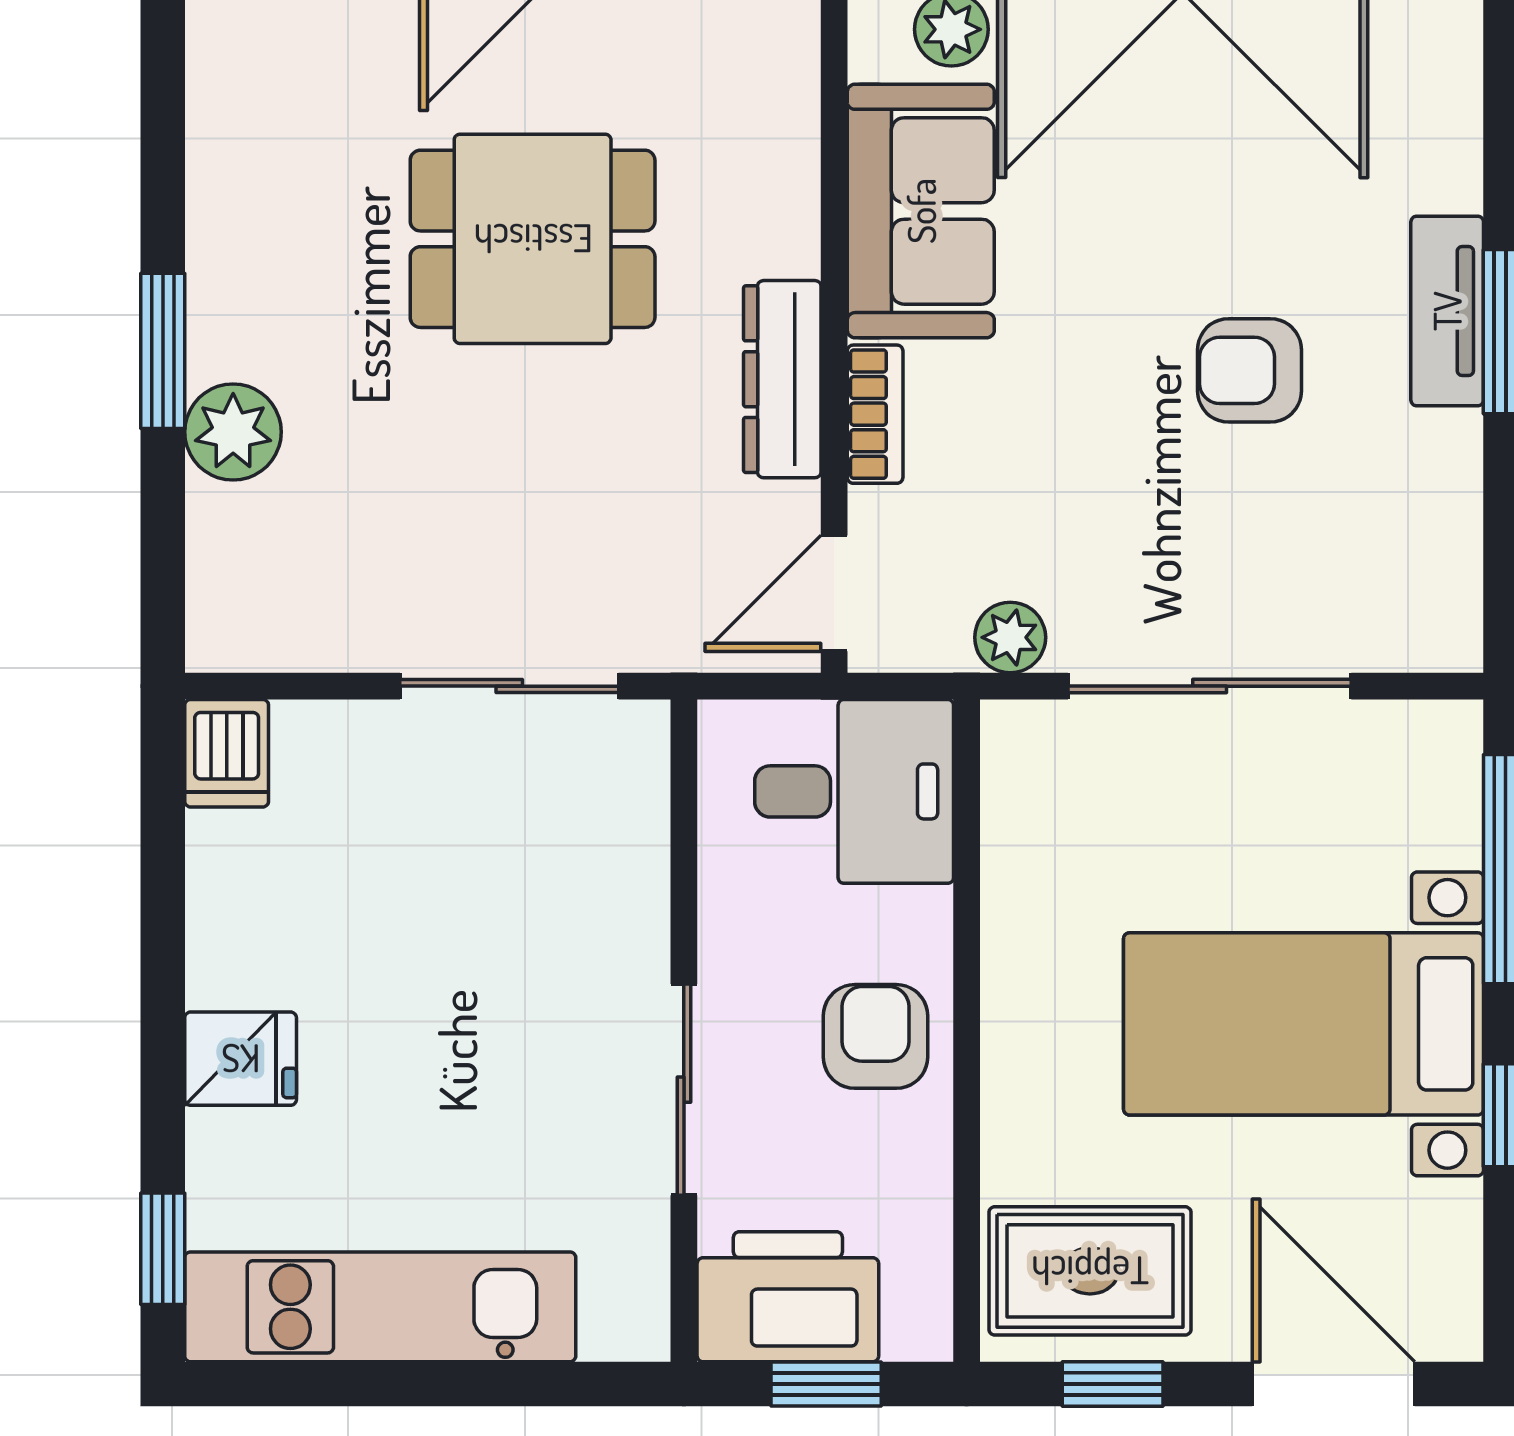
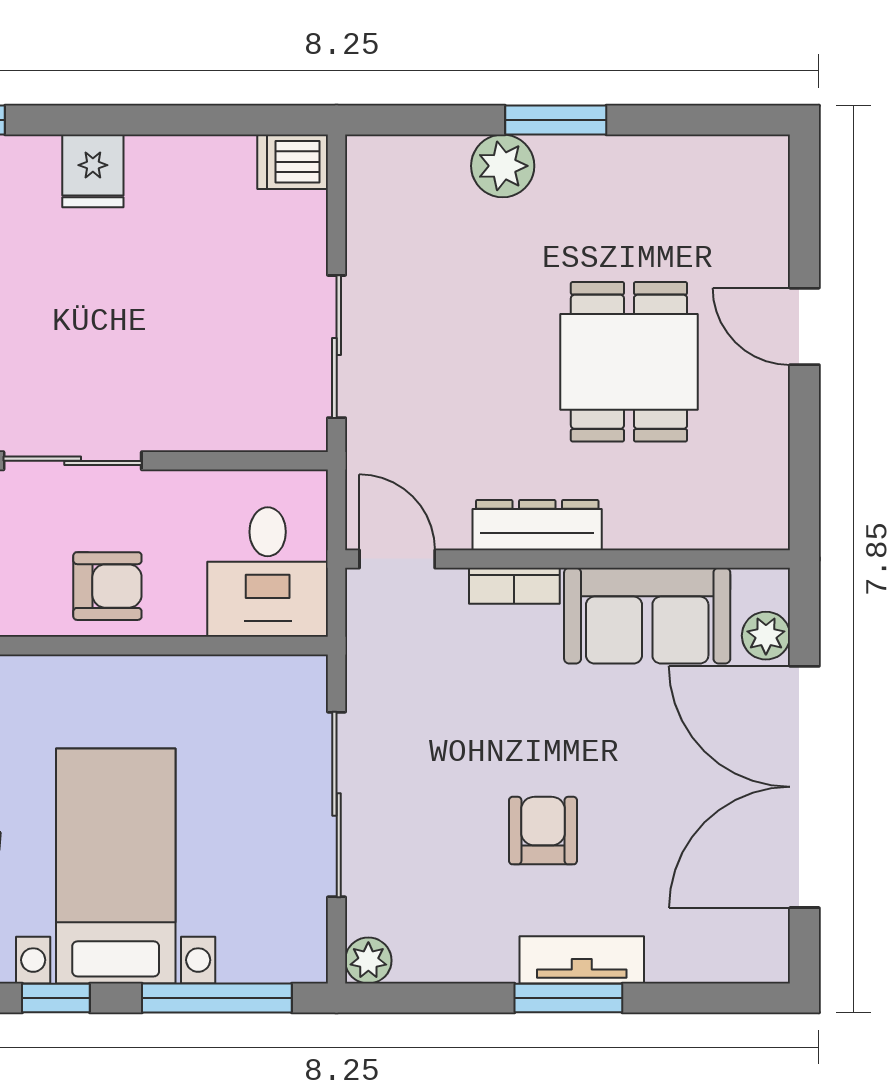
plant: (1010, 637) -> (368, 960), moved

